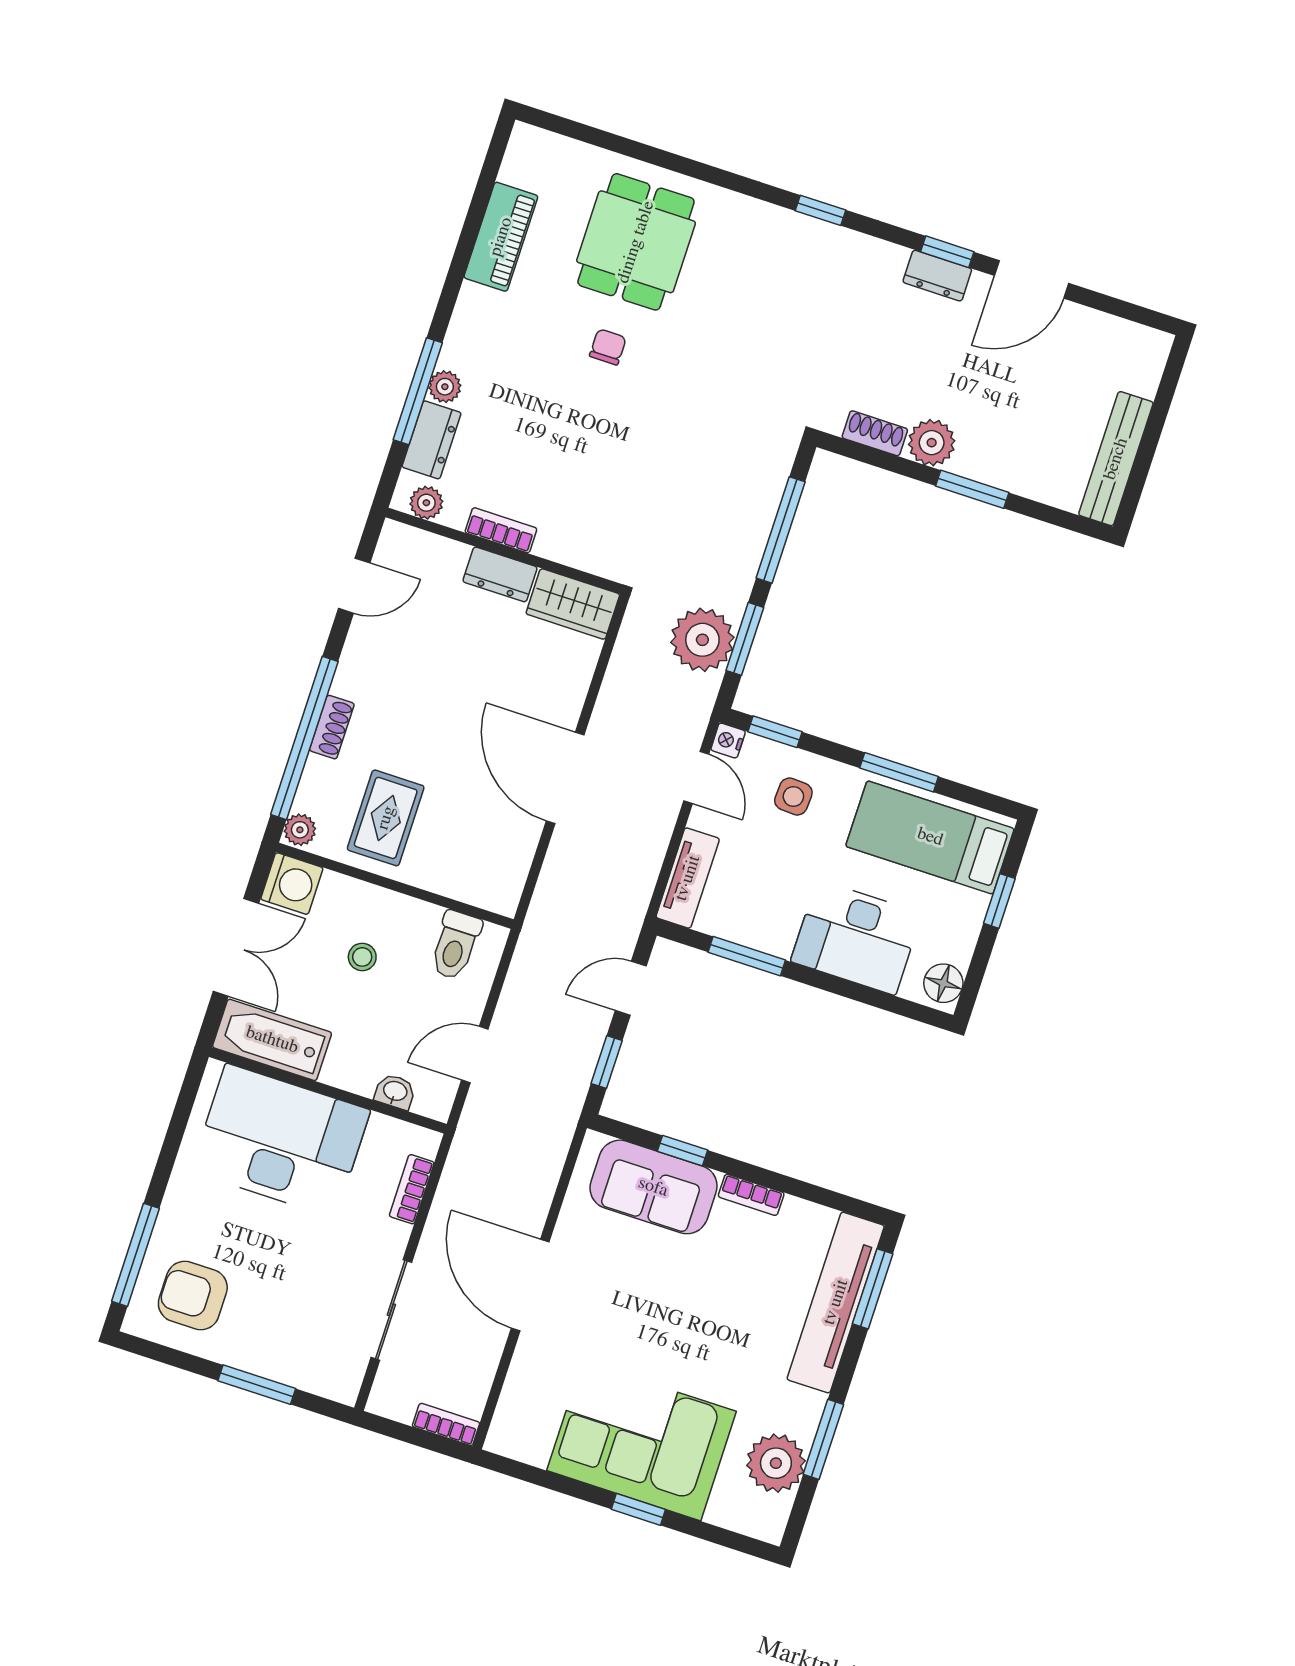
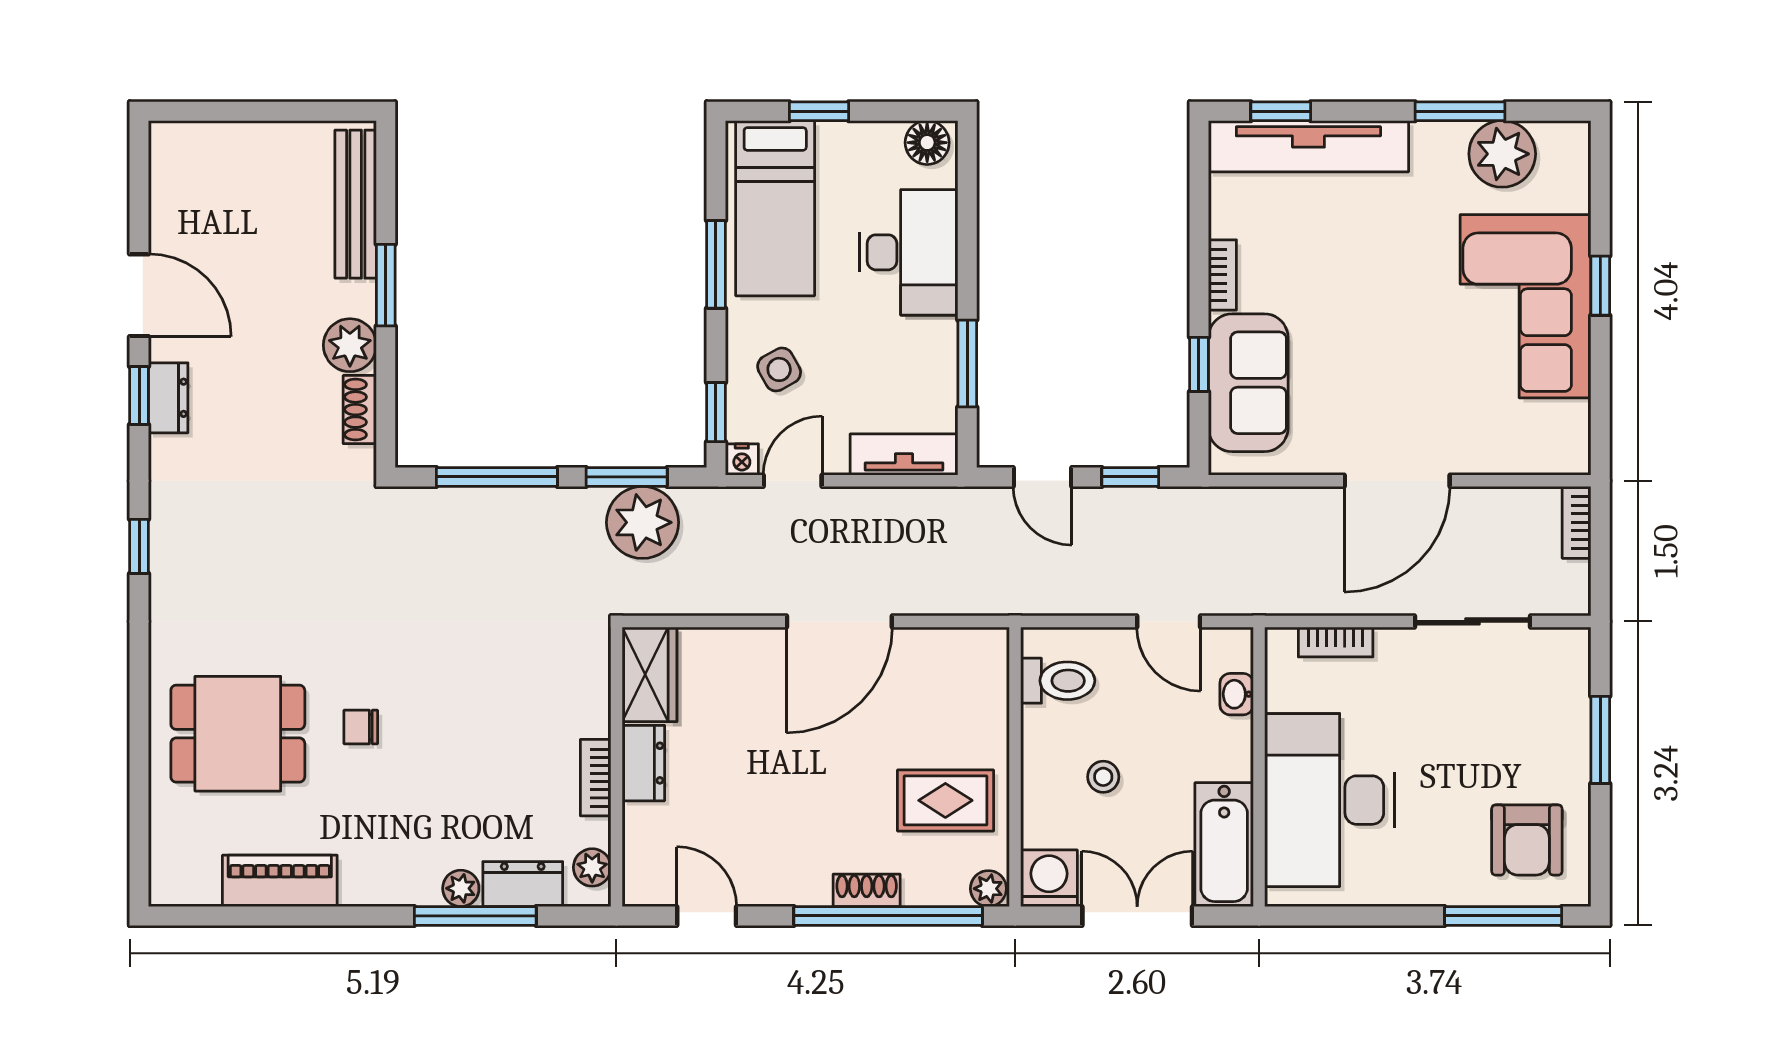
bench: (1116, 459) -> (356, 204), moved, turned 90
side table: (793, 796) -> (779, 369), turned -32
window: (873, 1289) -> (1281, 111), width x0.67

